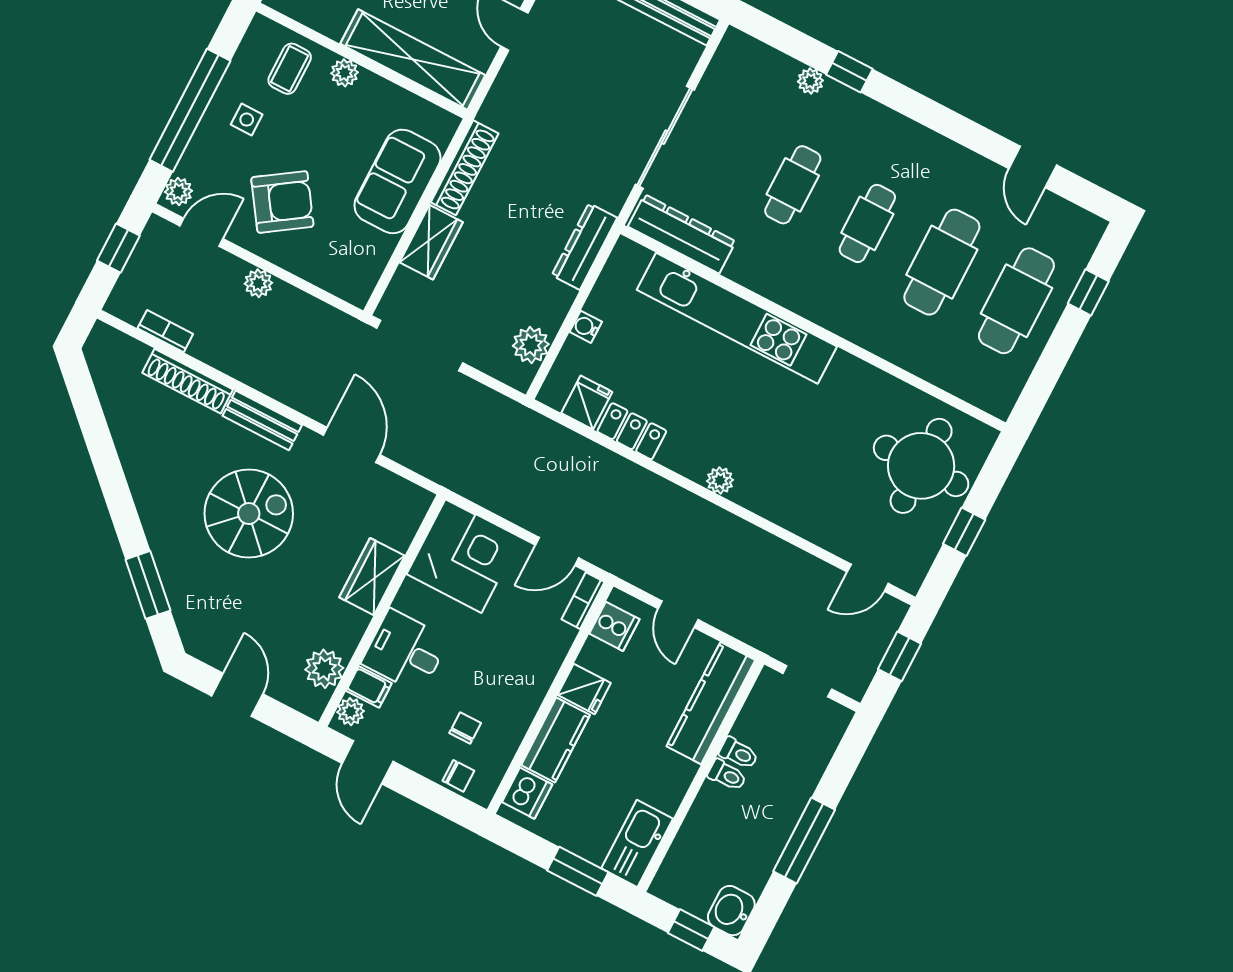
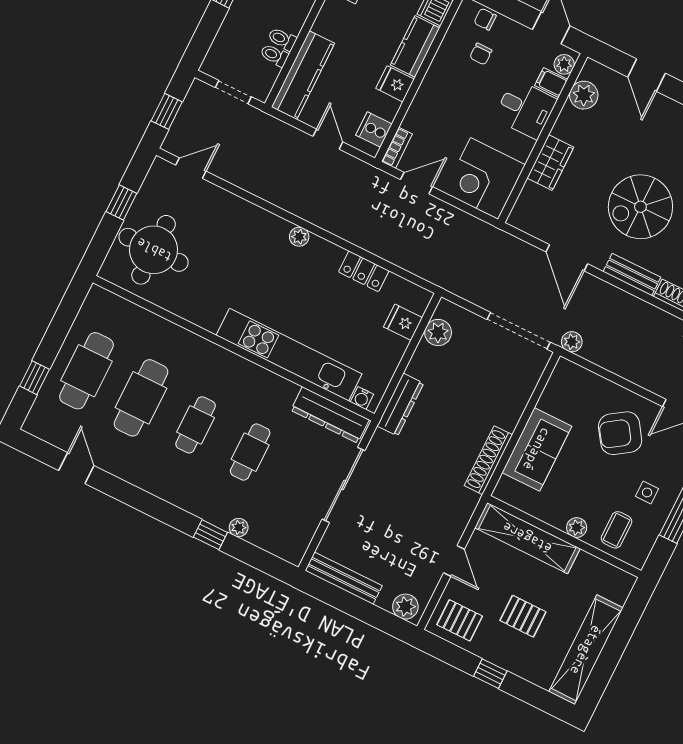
wardrobe: (431, 242) -> (512, 406), removed
plant: (258, 283) -> (572, 342), moved
water cooler: (586, 327) -> (362, 398), moved, turned 90
fridge: (587, 402) -> (403, 322), moved, turned 90
toilet: (727, 775) -> (274, 55), moved

